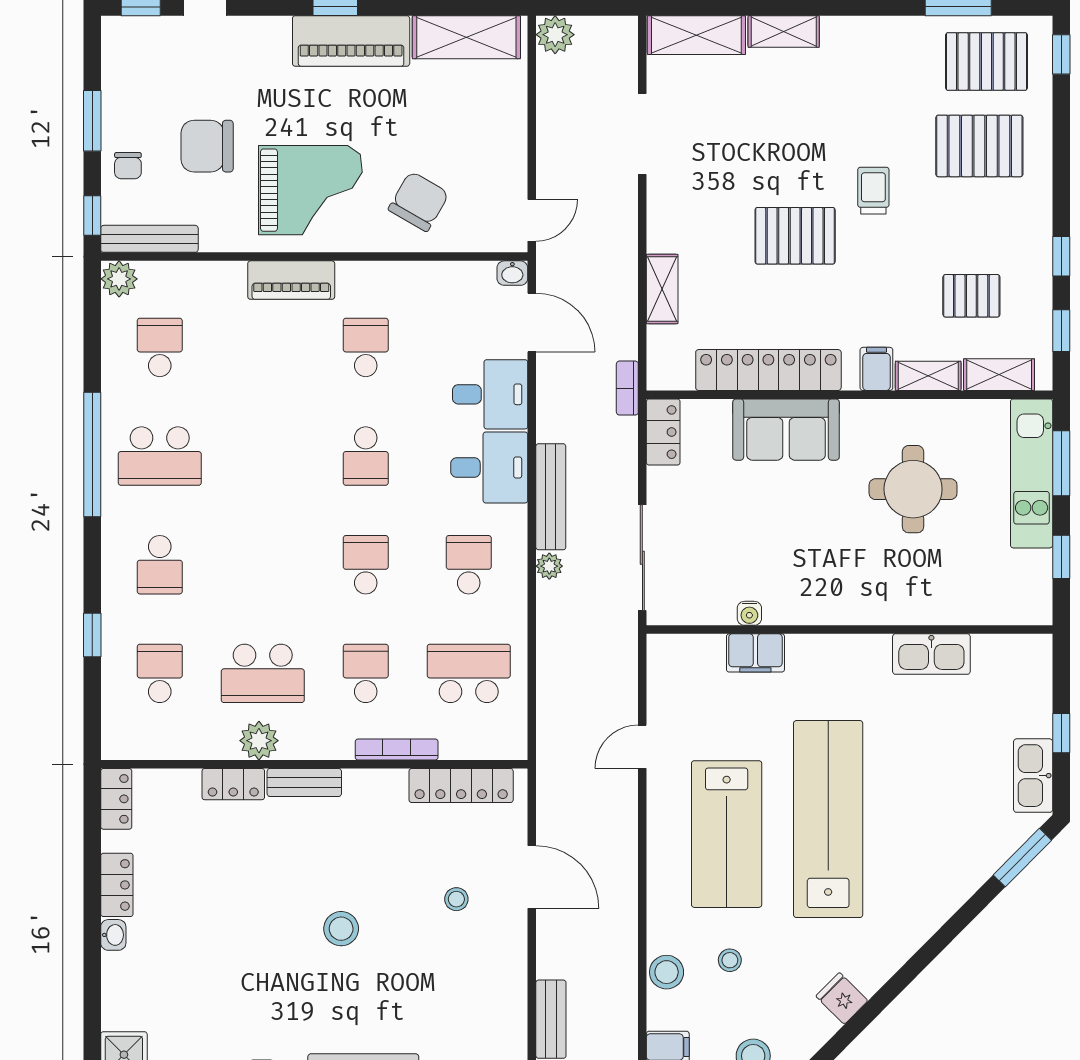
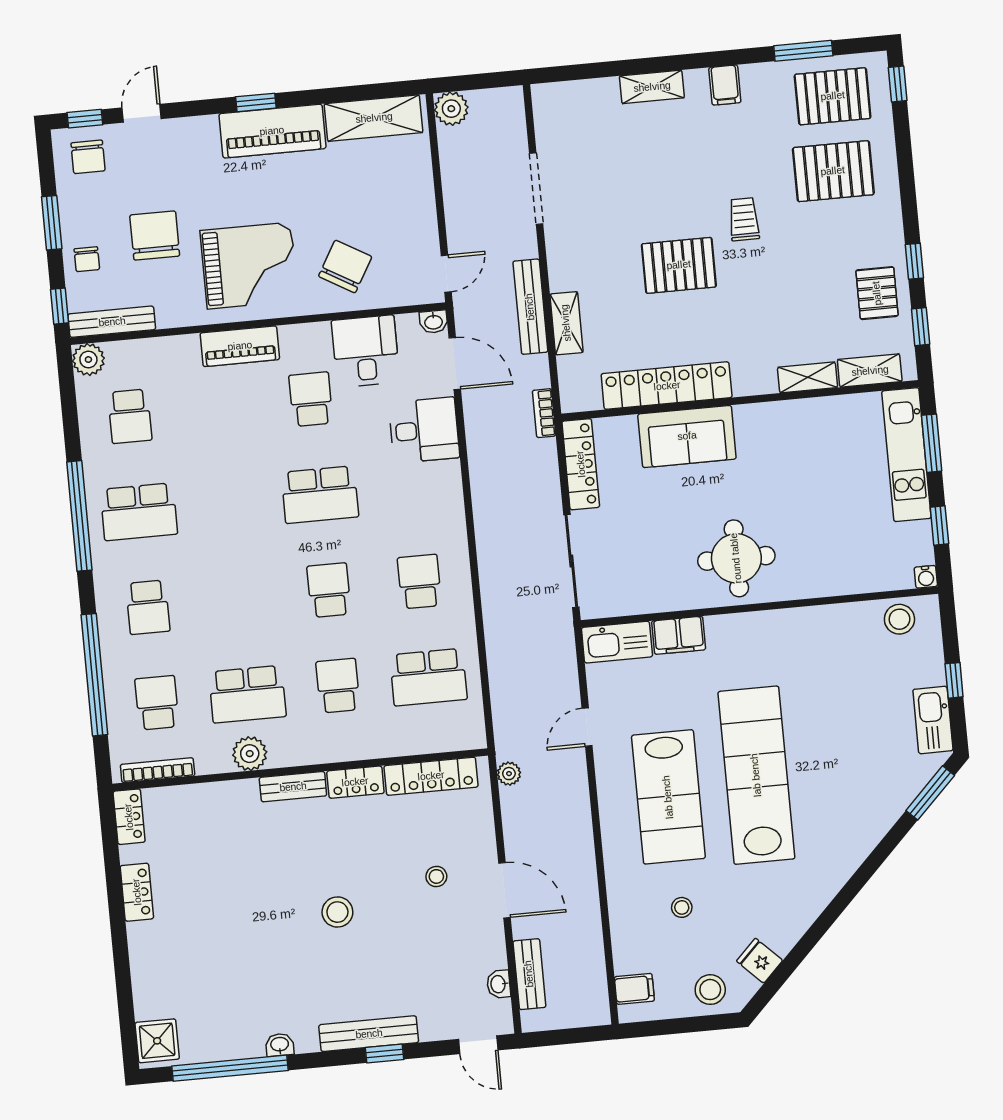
shelving: (696, 35) -> (576, 97), removed
chair: (140, 50) -> (88, 157), added
chair: (207, 146) -> (155, 235), turned 90
pallet: (971, 296) -> (877, 293), moved, turned 90
school desk: (160, 347) -> (130, 416), turned 180
filing cabinet: (876, 369) -> (725, 85), moved, turned 180
locker: (663, 432) -> (581, 464), width x1.53
school desk: (366, 456) -> (320, 495), width x1.85
desk: (489, 468) -> (366, 351), moved, turned -90
round table: (913, 489) -> (736, 558), moved
bench: (551, 497) -> (530, 307), moved
plant: (549, 566) -> (509, 774), moved
water cooler: (749, 613) -> (926, 577), moved
window: (92, 635) -> (94, 675), width x3.17
kitchen sink: (931, 654) -> (617, 642), moved
school desk: (469, 673) -> (428, 677), turned 180
bookcase: (397, 749) -> (158, 770), moved
locker: (233, 784) -> (355, 782), moved
door: (532, 877) -> (505, 890), moved
washbasin: (113, 935) -> (499, 984), moved, turned 180
stool: (667, 972) -> (899, 619), moved
fridge: (842, 998) -> (760, 961), moved

